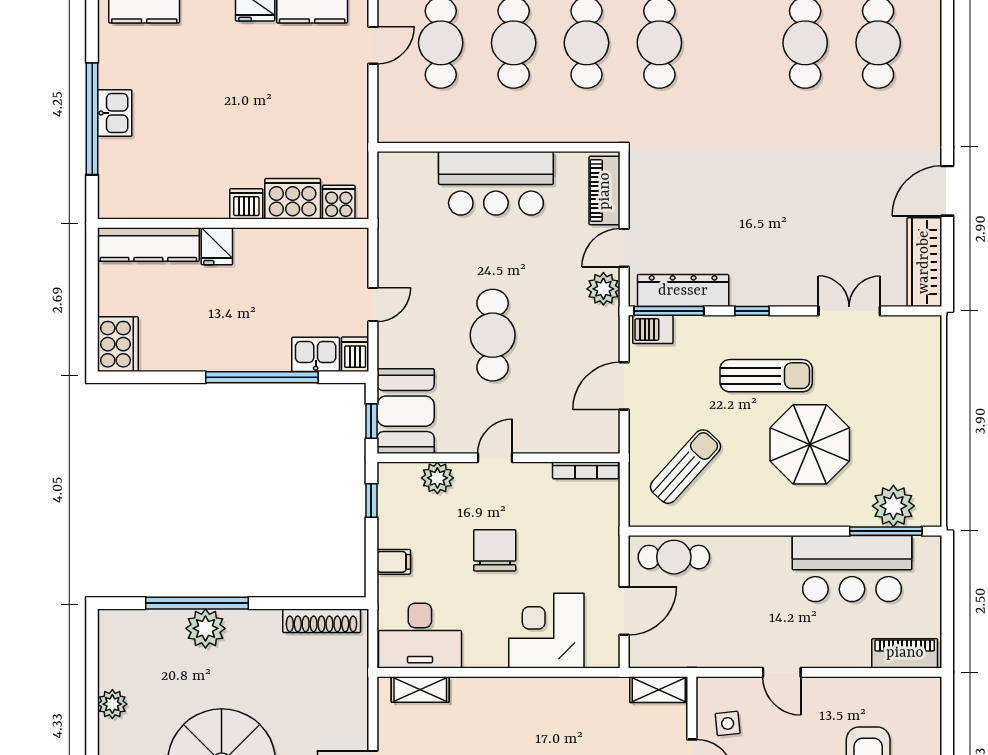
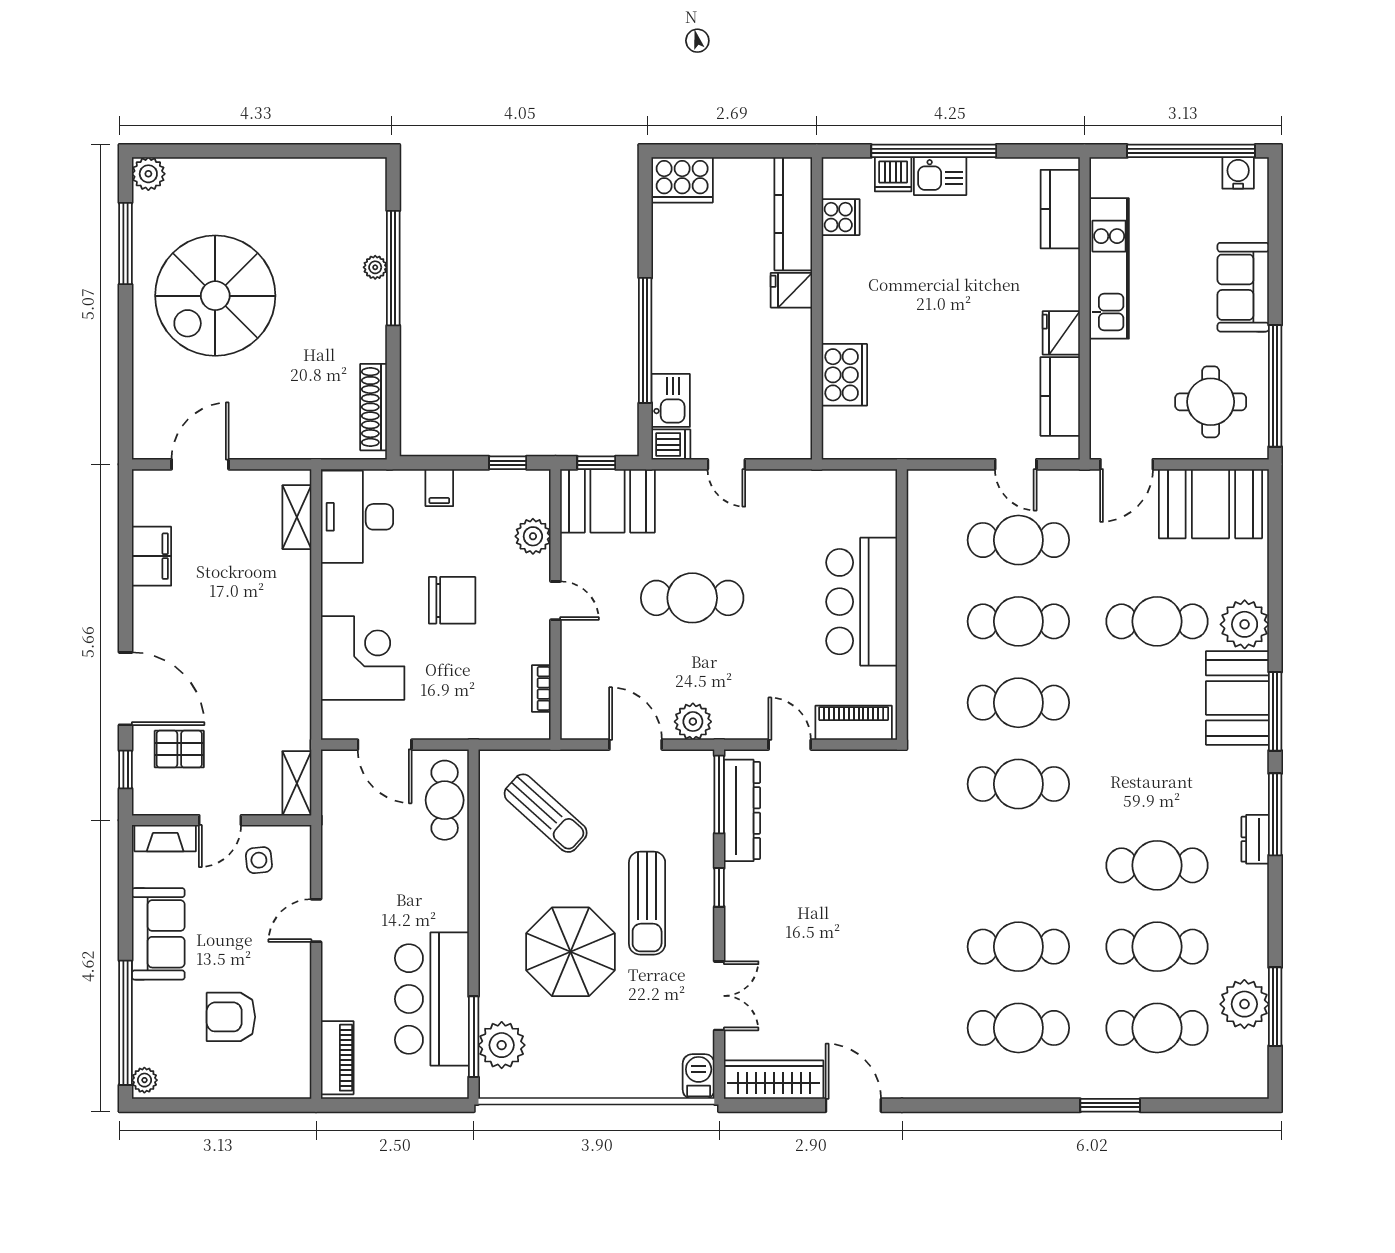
cooker: (339, 202) -> (841, 217), moved
dishwasher: (246, 204) -> (893, 174), moved, turned 90
plant: (603, 289) -> (693, 722), moved
barbecue: (653, 329) -> (699, 1077), moved
bookcase: (586, 470) -> (541, 688), width x0.64
plant: (205, 628) -> (375, 267), width x0.53, depth x0.53
plant: (112, 704) -> (281, 174), removed

